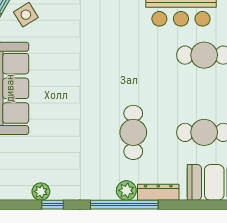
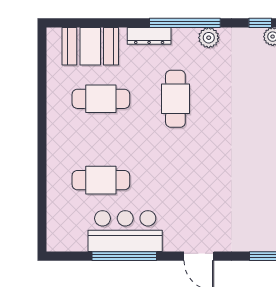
plant: (126, 190) -> (209, 38), moved

